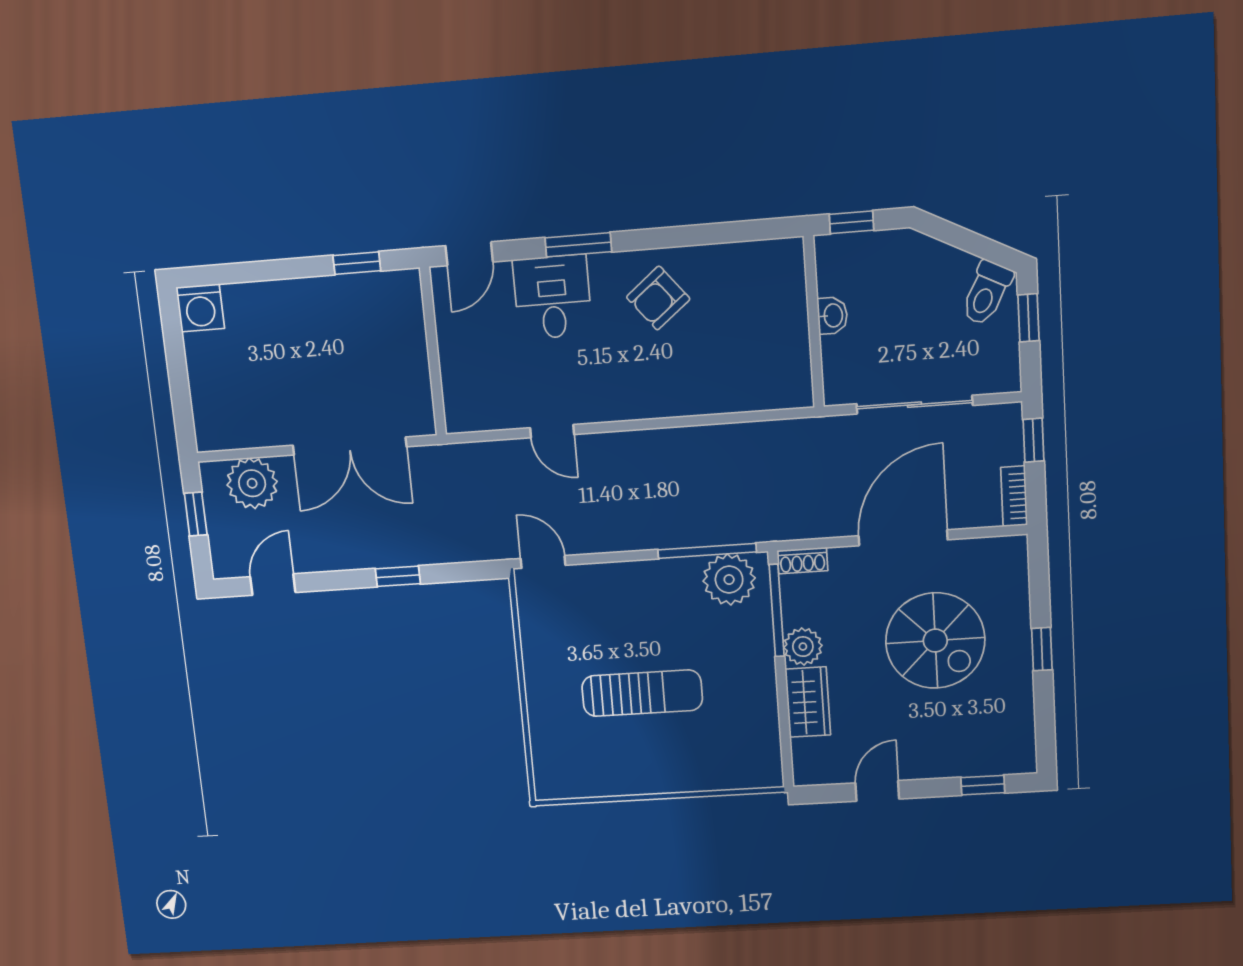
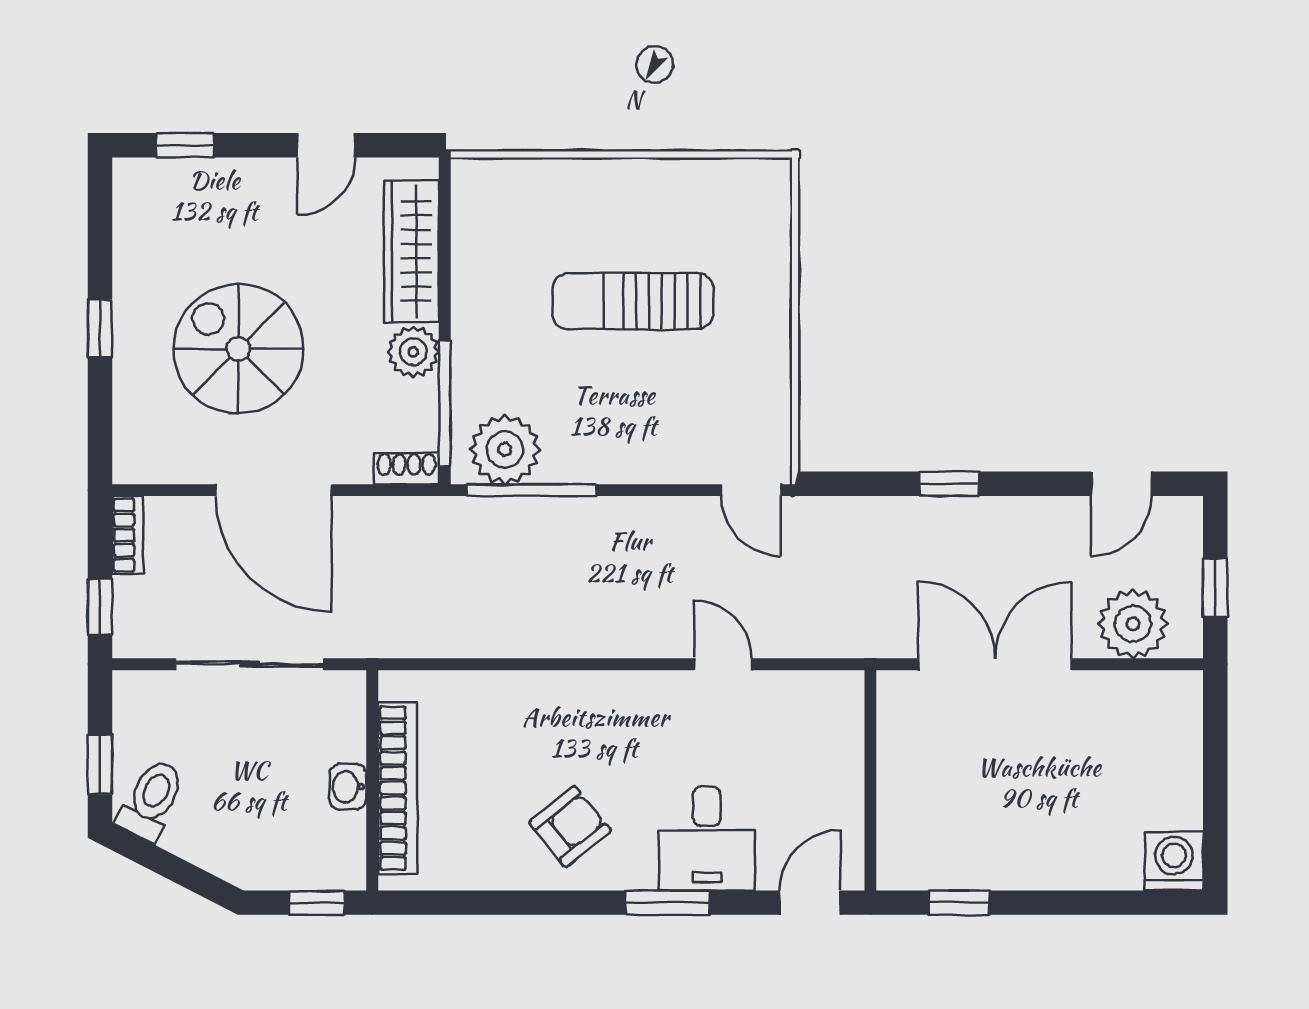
bookcase: (794, 317) -> (398, 788), added
door: (903, 538) -> (274, 490), hinge flipped
wardrobe: (808, 702) -> (412, 251), width x1.50

